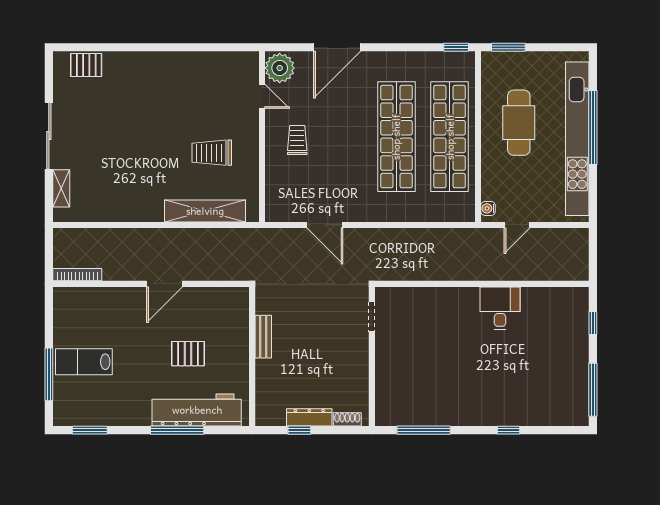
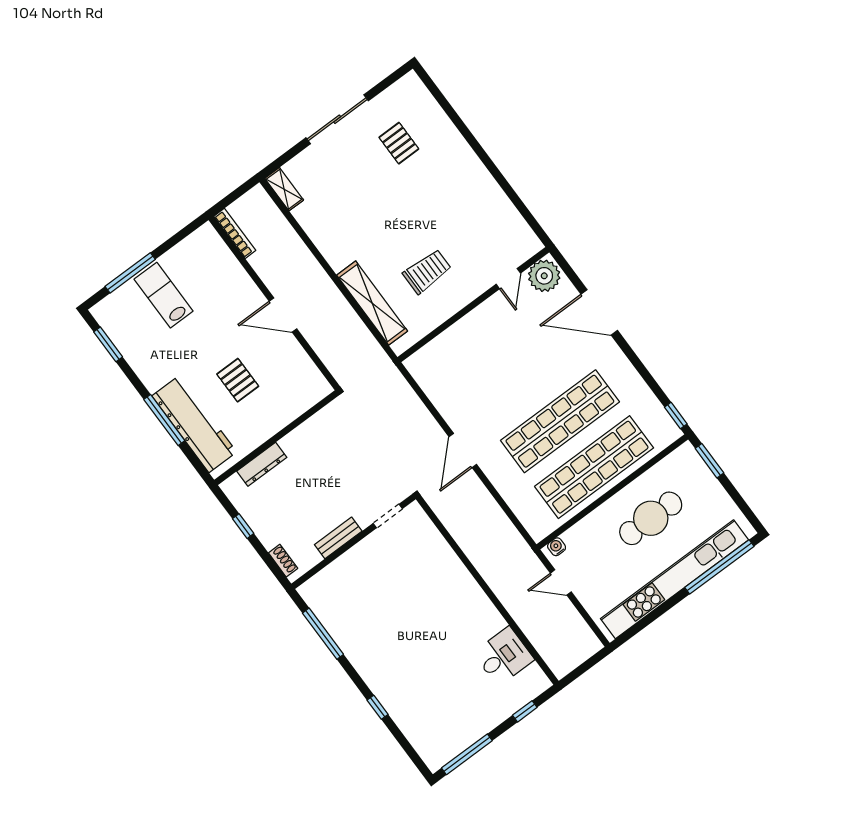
pallet: (86, 65) -> (399, 143), moved
window: (593, 127) -> (719, 567), moved
trolley: (297, 140) -> (493, 337), removed
trolley: (212, 153) -> (427, 271), turned 90
shelving: (61, 188) -> (284, 189), moved, turned 90
door: (325, 225) -> (463, 450), moved
desk: (500, 308) -> (504, 656), moved
bench: (263, 337) -> (338, 538), moved
dresser: (309, 417) -> (262, 464), moved, turned 90

